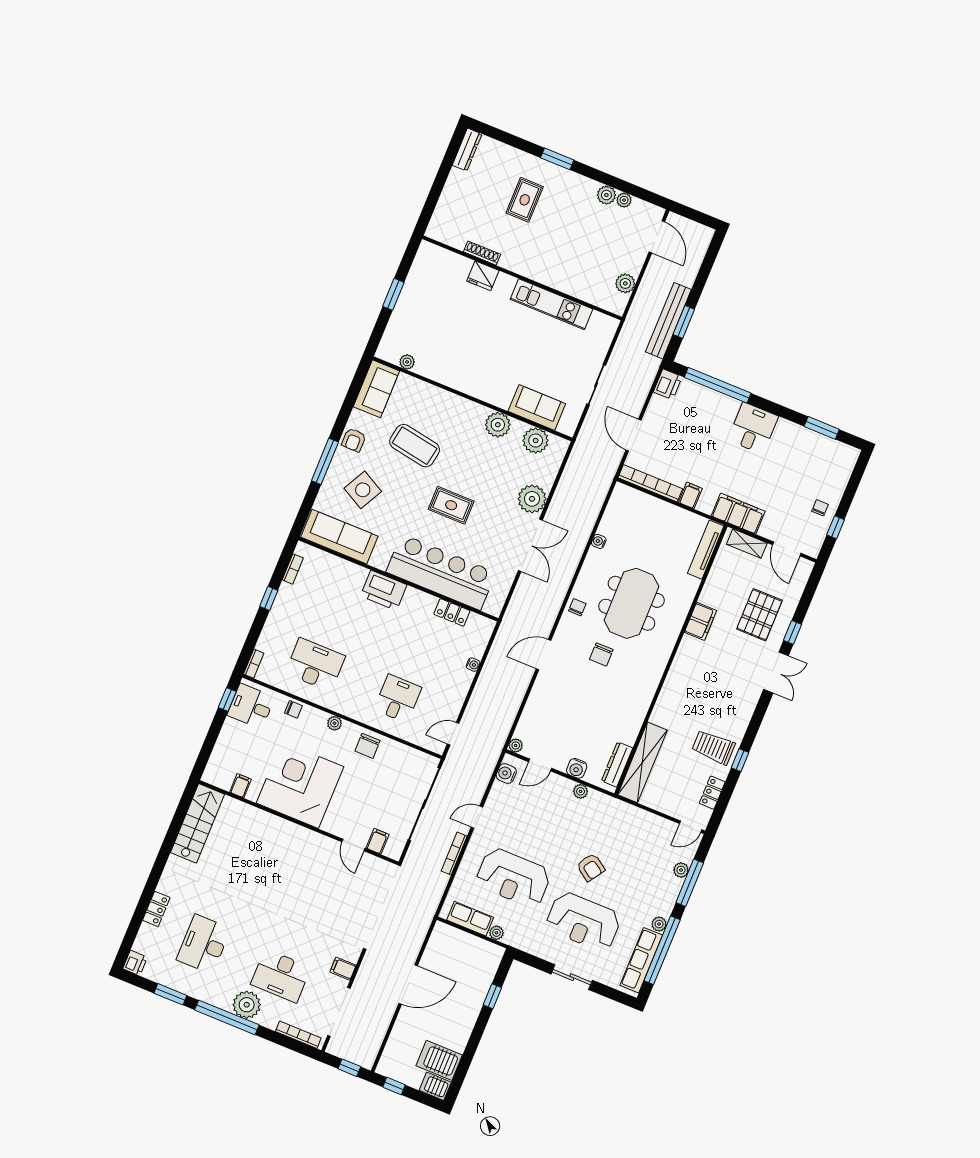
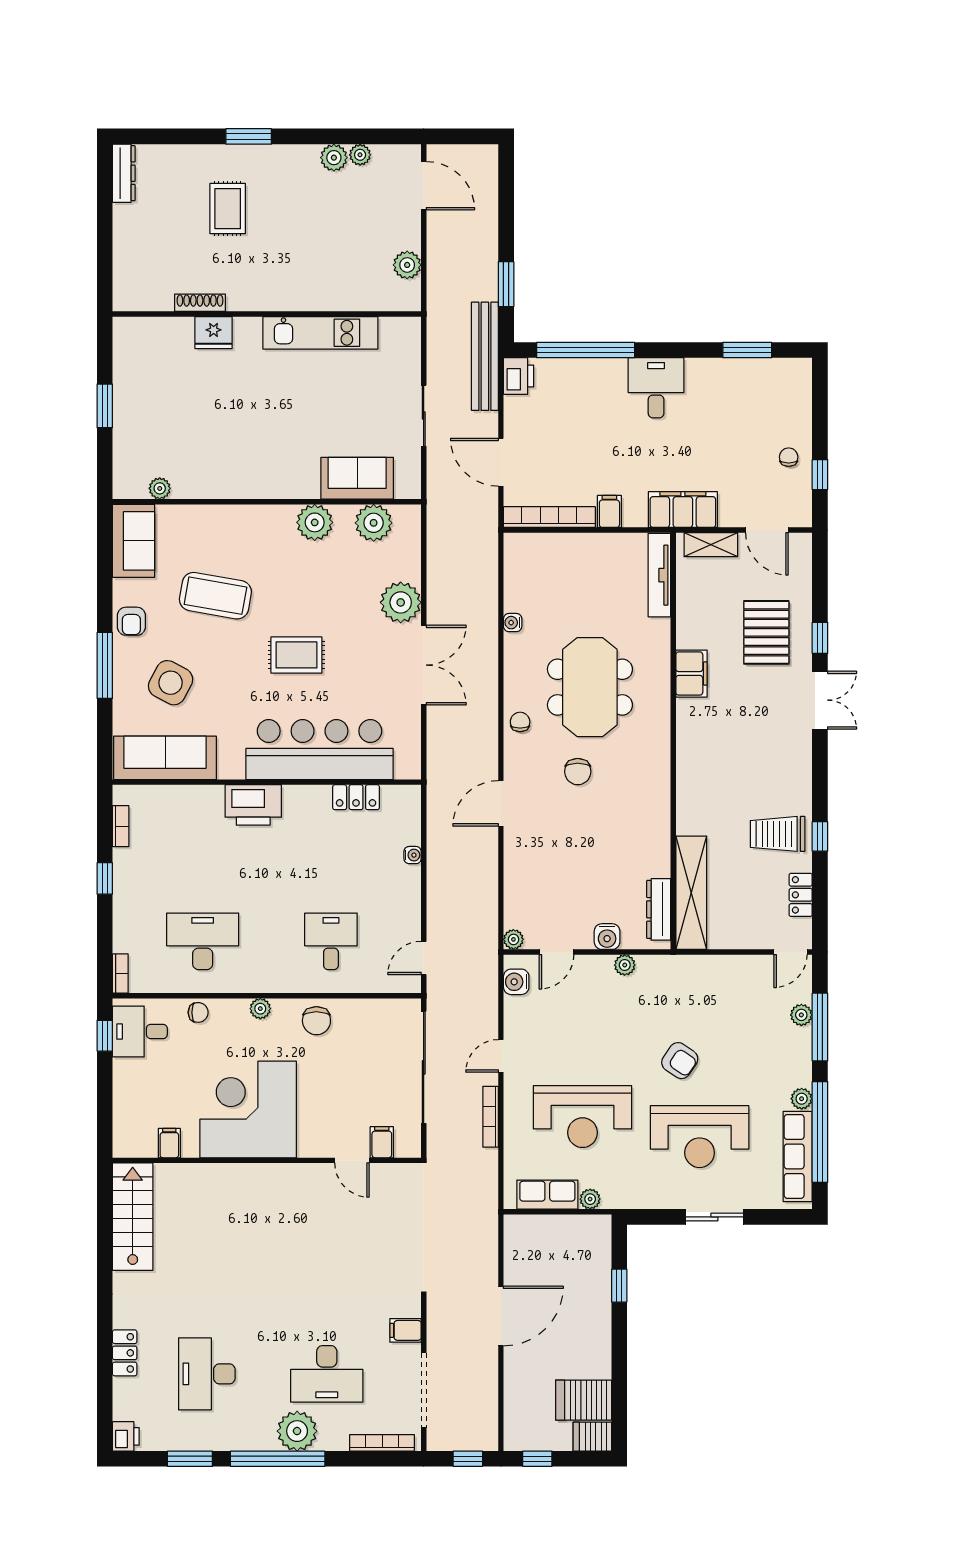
bench: (668, 321) -> (485, 356), moved

